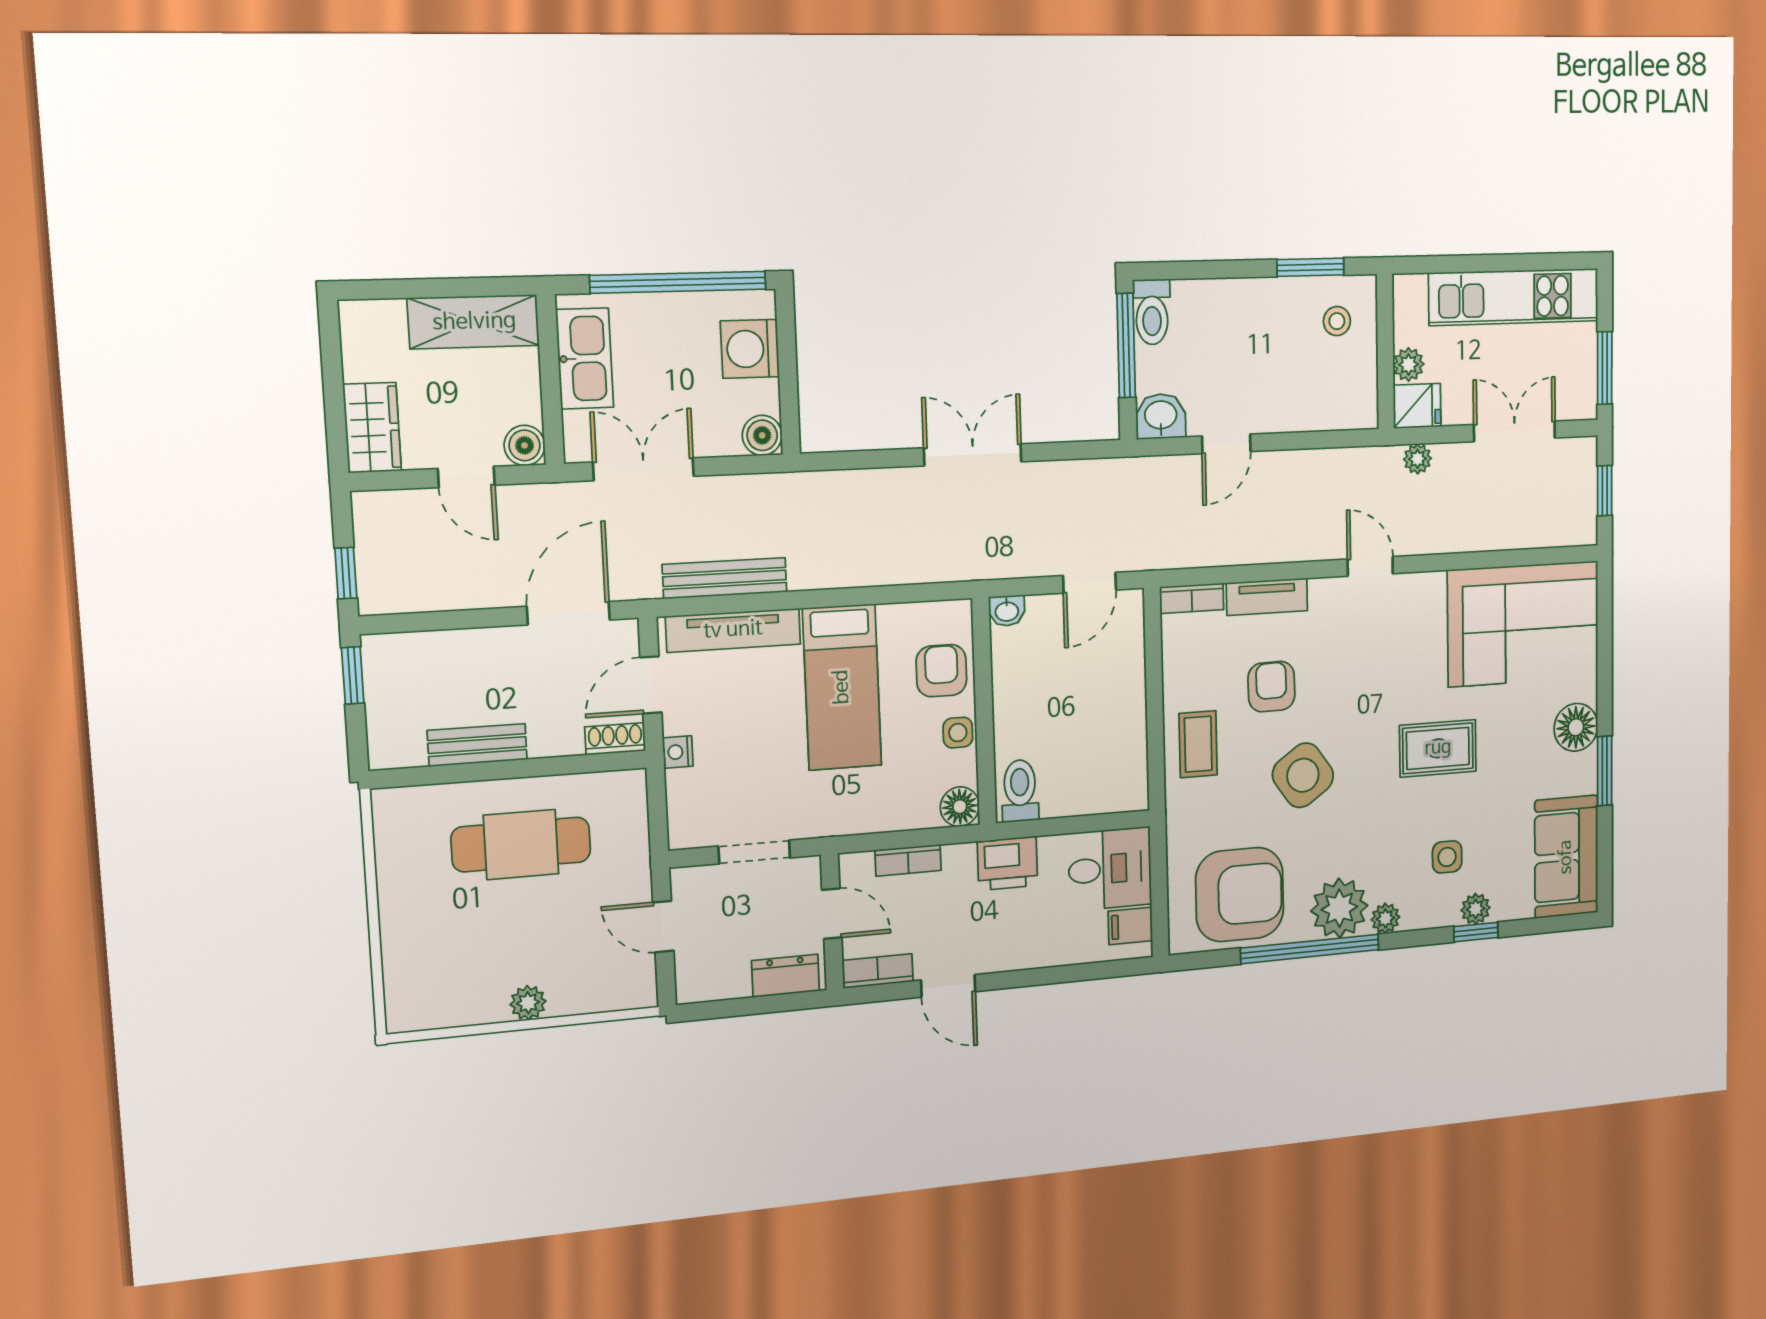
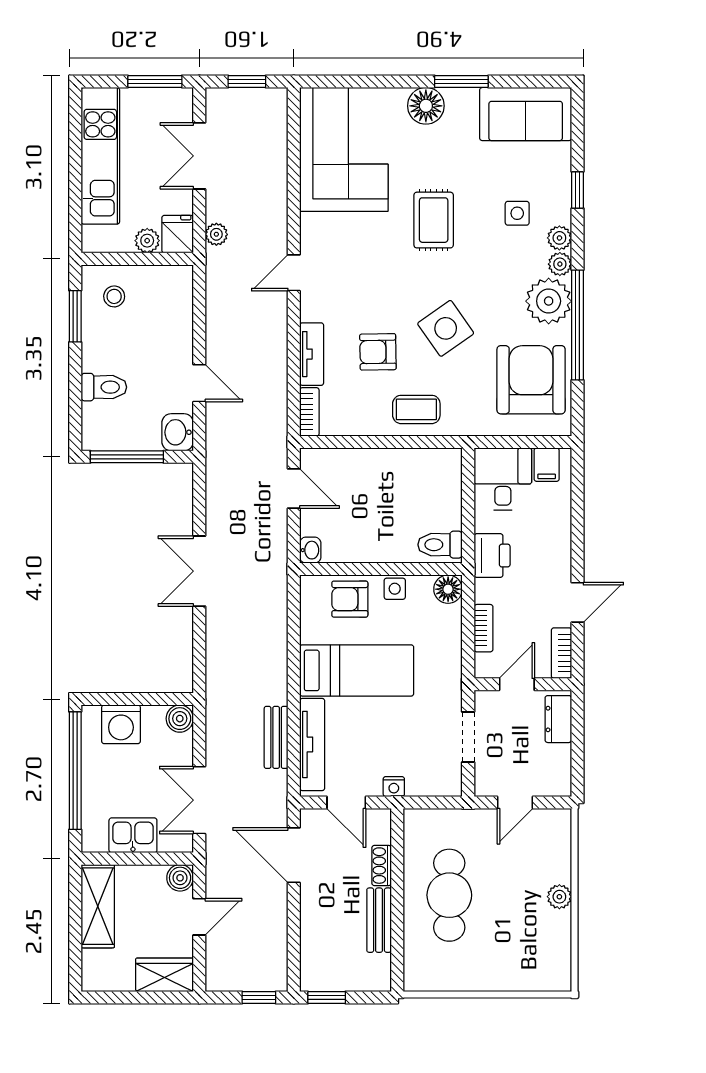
toilet: (1152, 312) -> (104, 387), moved
kitchen sink: (585, 359) -> (133, 835), width x0.73
bench: (725, 578) -> (276, 737), width x0.73
shoe rack: (615, 739) -> (382, 866), moved
plant: (1476, 909) -> (559, 238), moved

